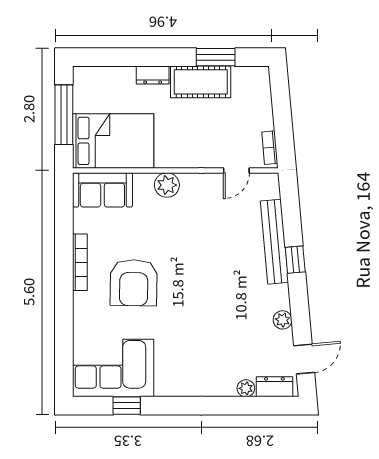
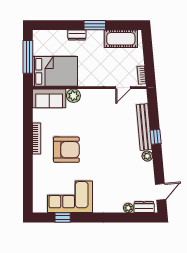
window: (216, 57) -> (95, 25), moved
cot: (201, 82) -> (121, 39), moved
plant: (167, 185) -> (73, 96), moved
armchair: (134, 283) -> (66, 150), turned -91
plant: (283, 320) -> (147, 156), moved
corner sofa: (113, 368) -> (70, 197), moved

